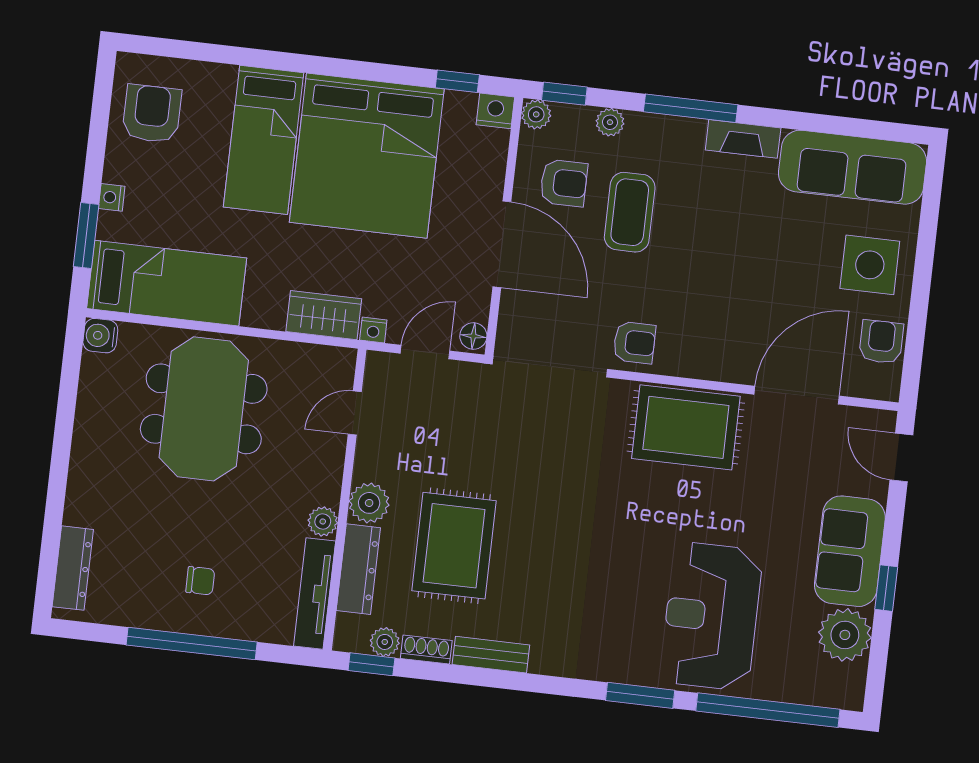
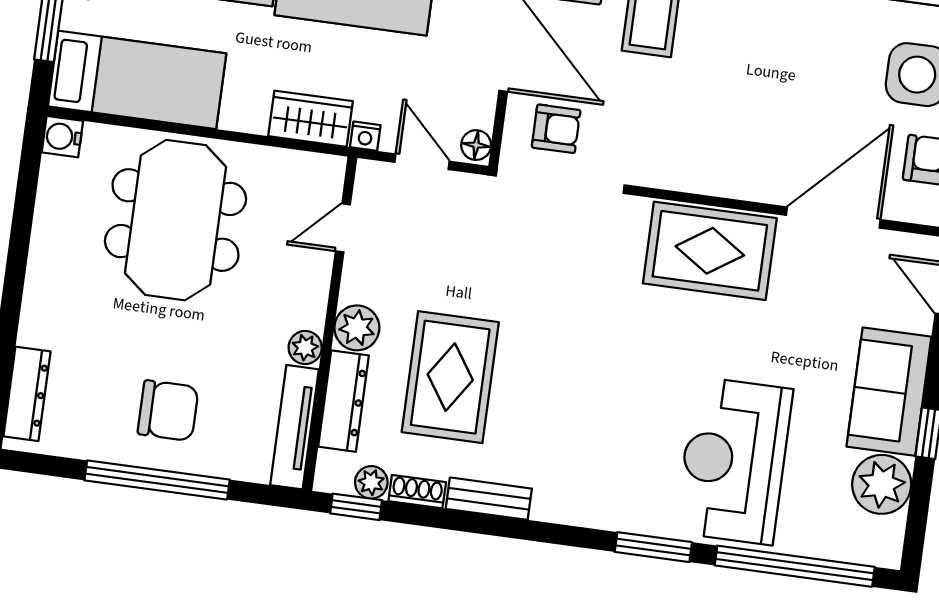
armchair: (634, 343) -> (556, 129), moved
door: (425, 352) -> (422, 162), hinge flipped
chair: (200, 581) -> (168, 411), width x1.87, depth x1.87

